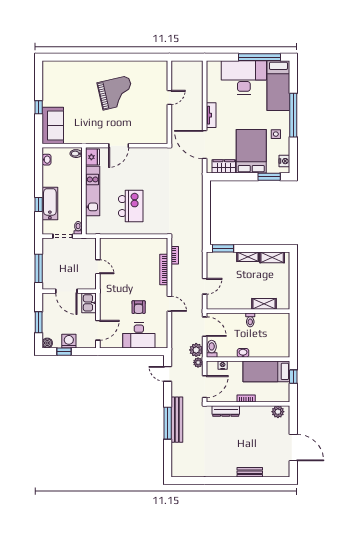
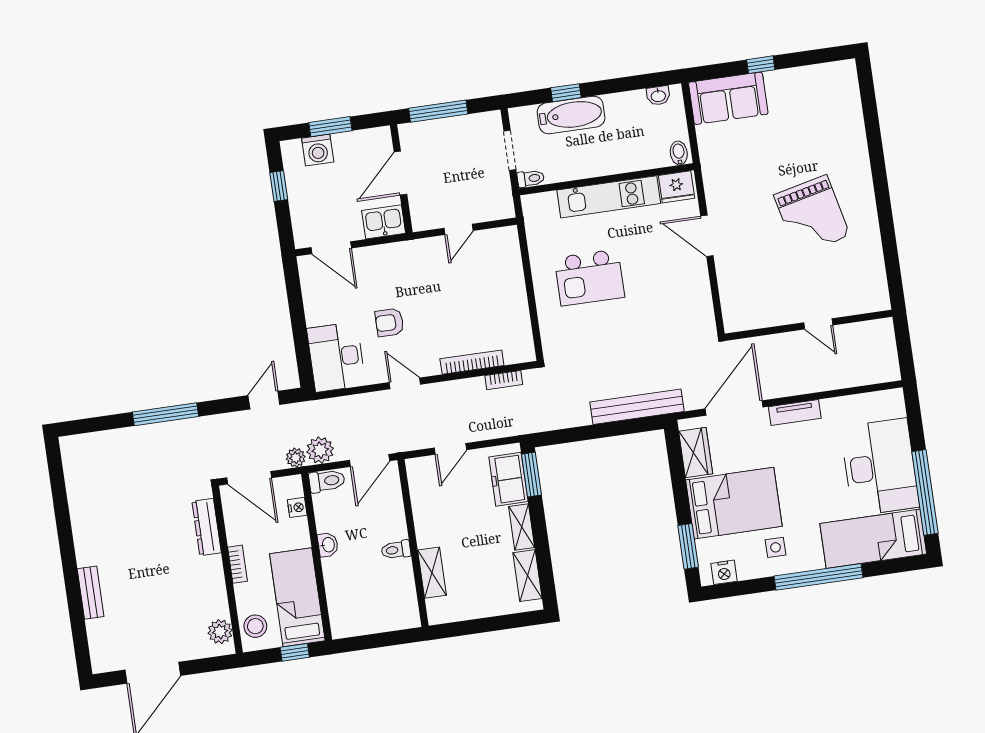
freezer: (224, 260) -> (508, 479), added
door: (205, 286) -> (450, 449), hinge flipped
door: (169, 304) -> (405, 383), swing flipped
desk: (139, 335) -> (336, 357), moved
washing machine: (69, 341) -> (318, 150), moved, turned 90
boiler: (47, 343) -> (291, 150), removed
stool: (278, 394) -> (255, 626), added
bench: (177, 420) -> (637, 407), moved

